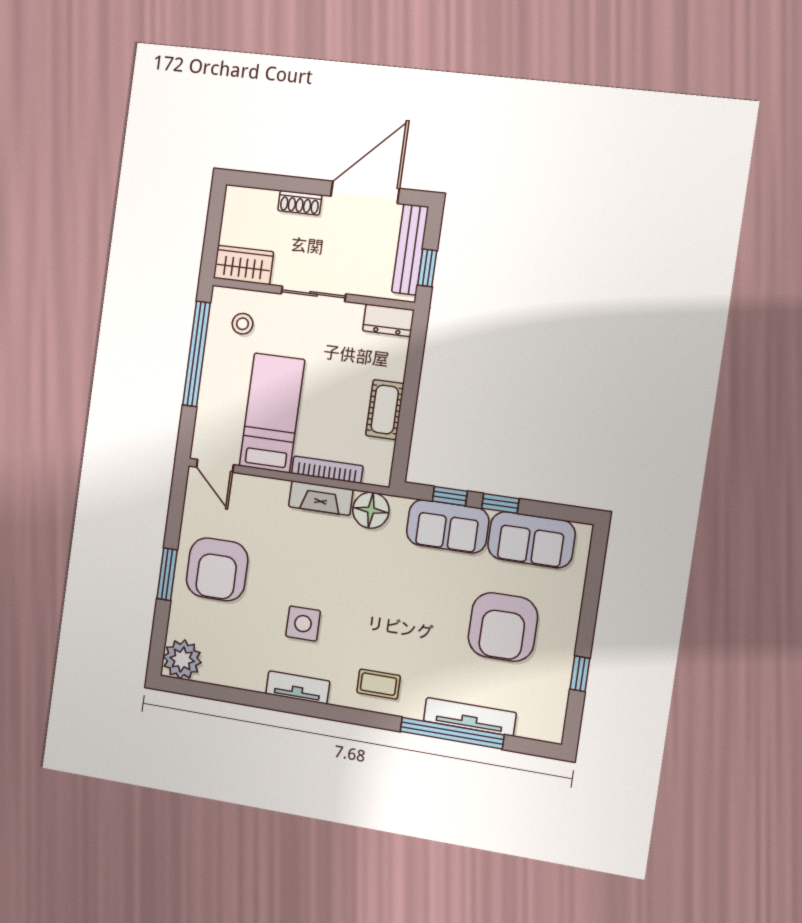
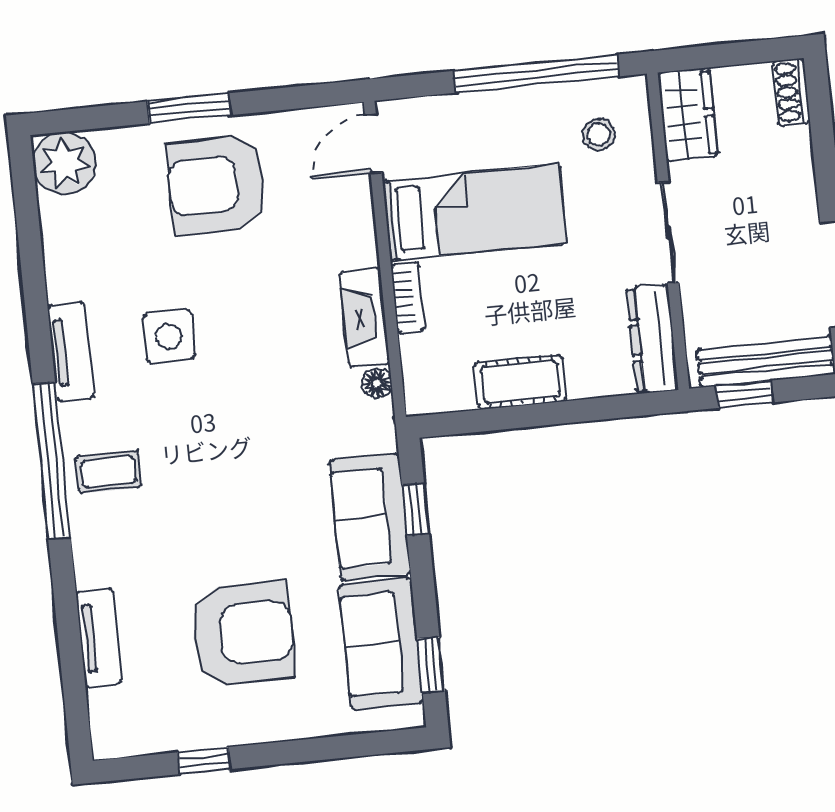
shoe rack: (300, 203) -> (791, 92), moved
dresser: (388, 320) -> (652, 339), width x1.44
bookcase: (327, 470) -> (408, 298), width x0.64
window: (500, 503) -> (431, 665), moved
floor lamp: (371, 510) -> (377, 383), width x0.53, depth x0.53
armchair: (503, 627) -> (243, 634), turned 180
coffee table: (379, 684) -> (109, 472), turned 90
tv unit: (470, 717) -> (99, 638), width x0.71
window: (452, 733) -> (52, 461), moved

